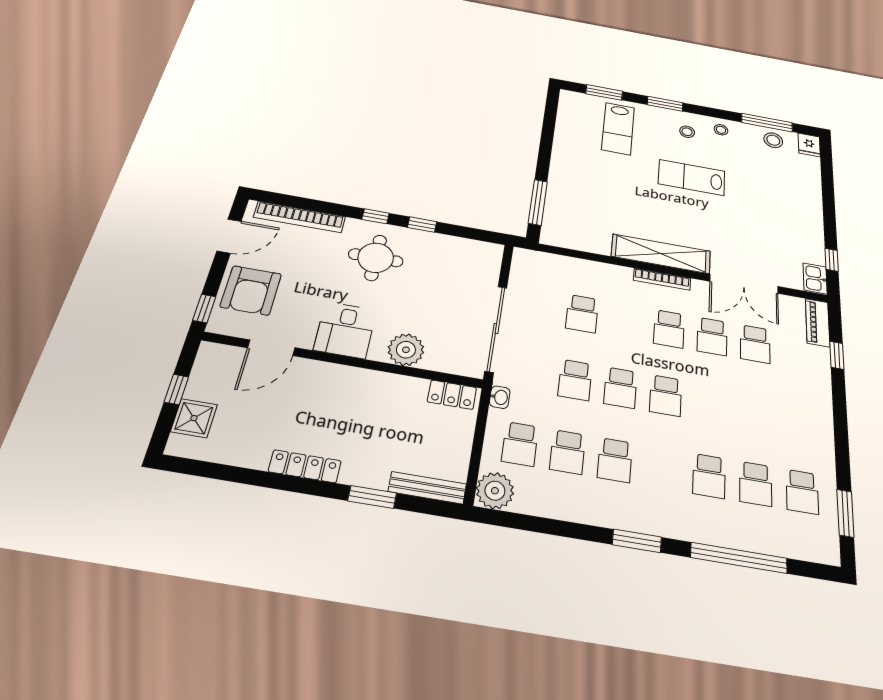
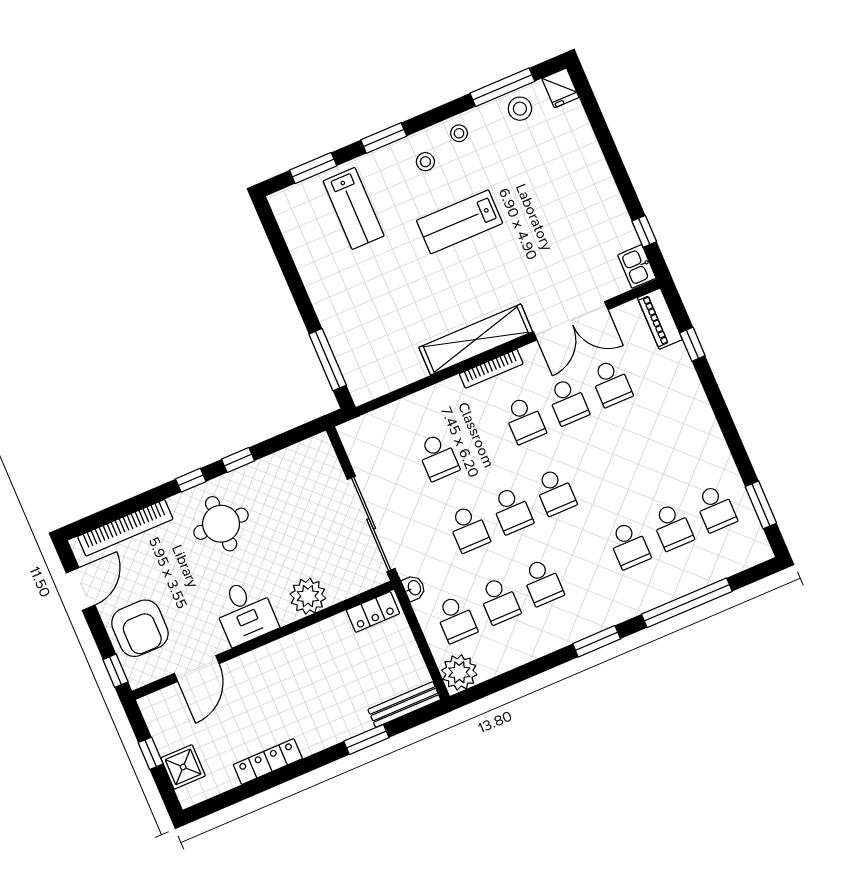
locker: (305, 466) -> (268, 762), moved

